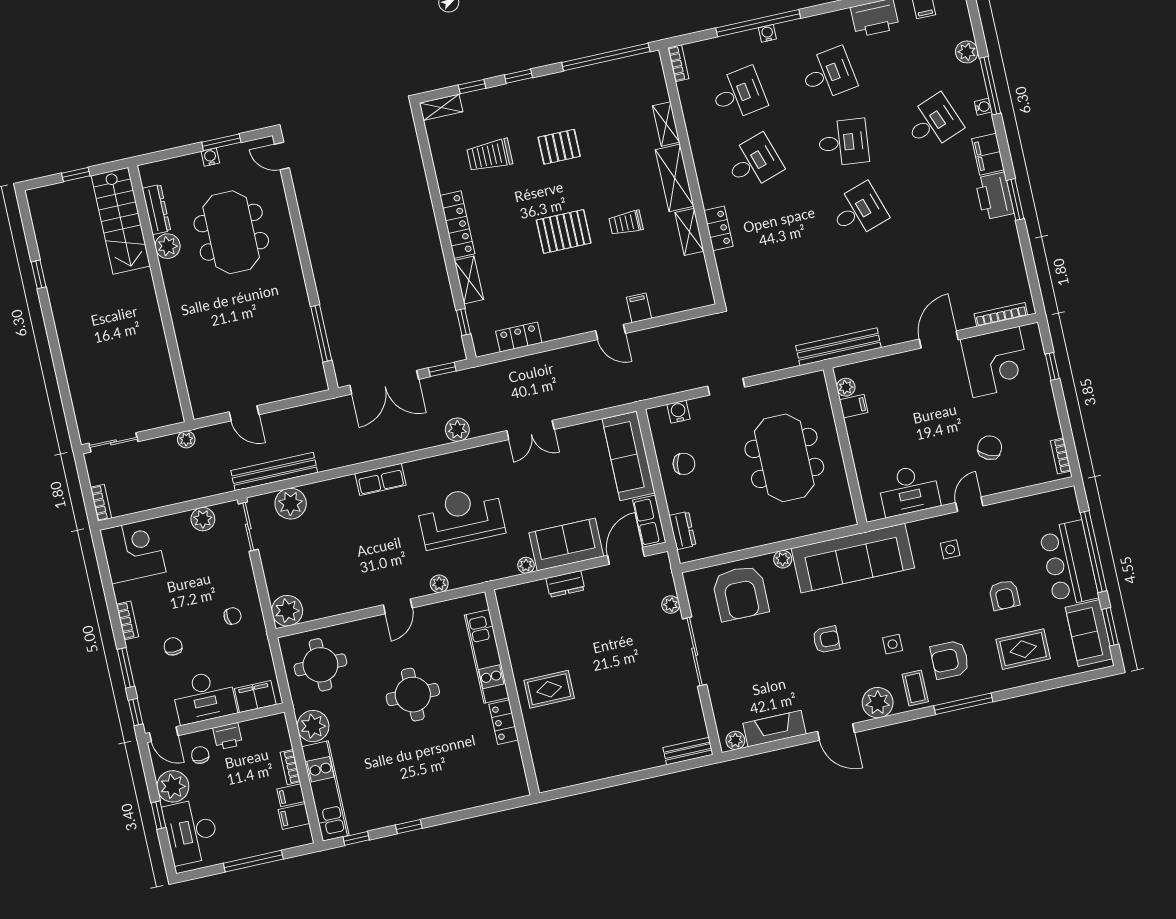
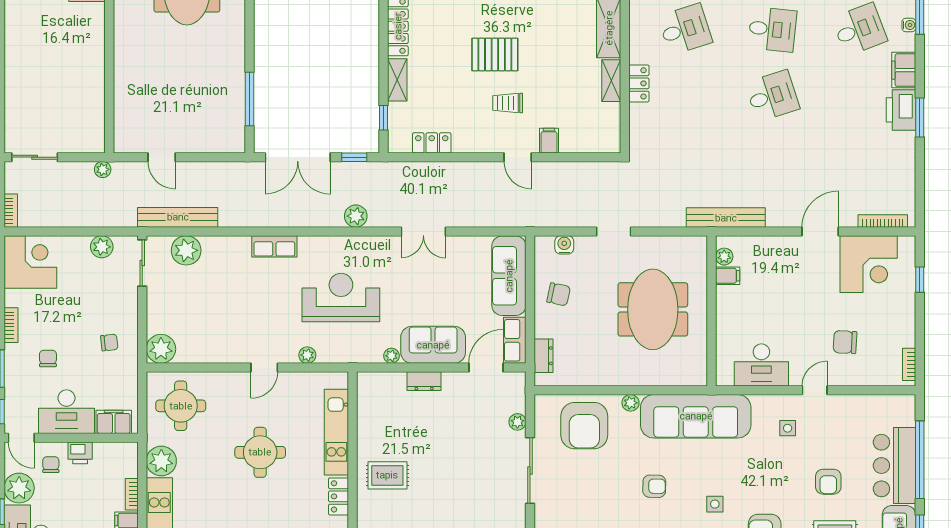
trolley: (626, 223) -> (508, 103), moved
chair: (990, 448) -> (845, 342), turned -111

